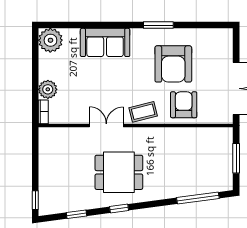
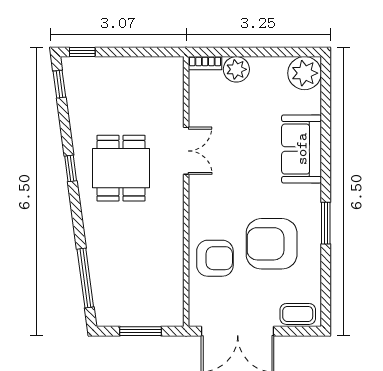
coffee table: (143, 112) -> (298, 314), moved, turned -76
window: (77, 214) -> (59, 84), moved

